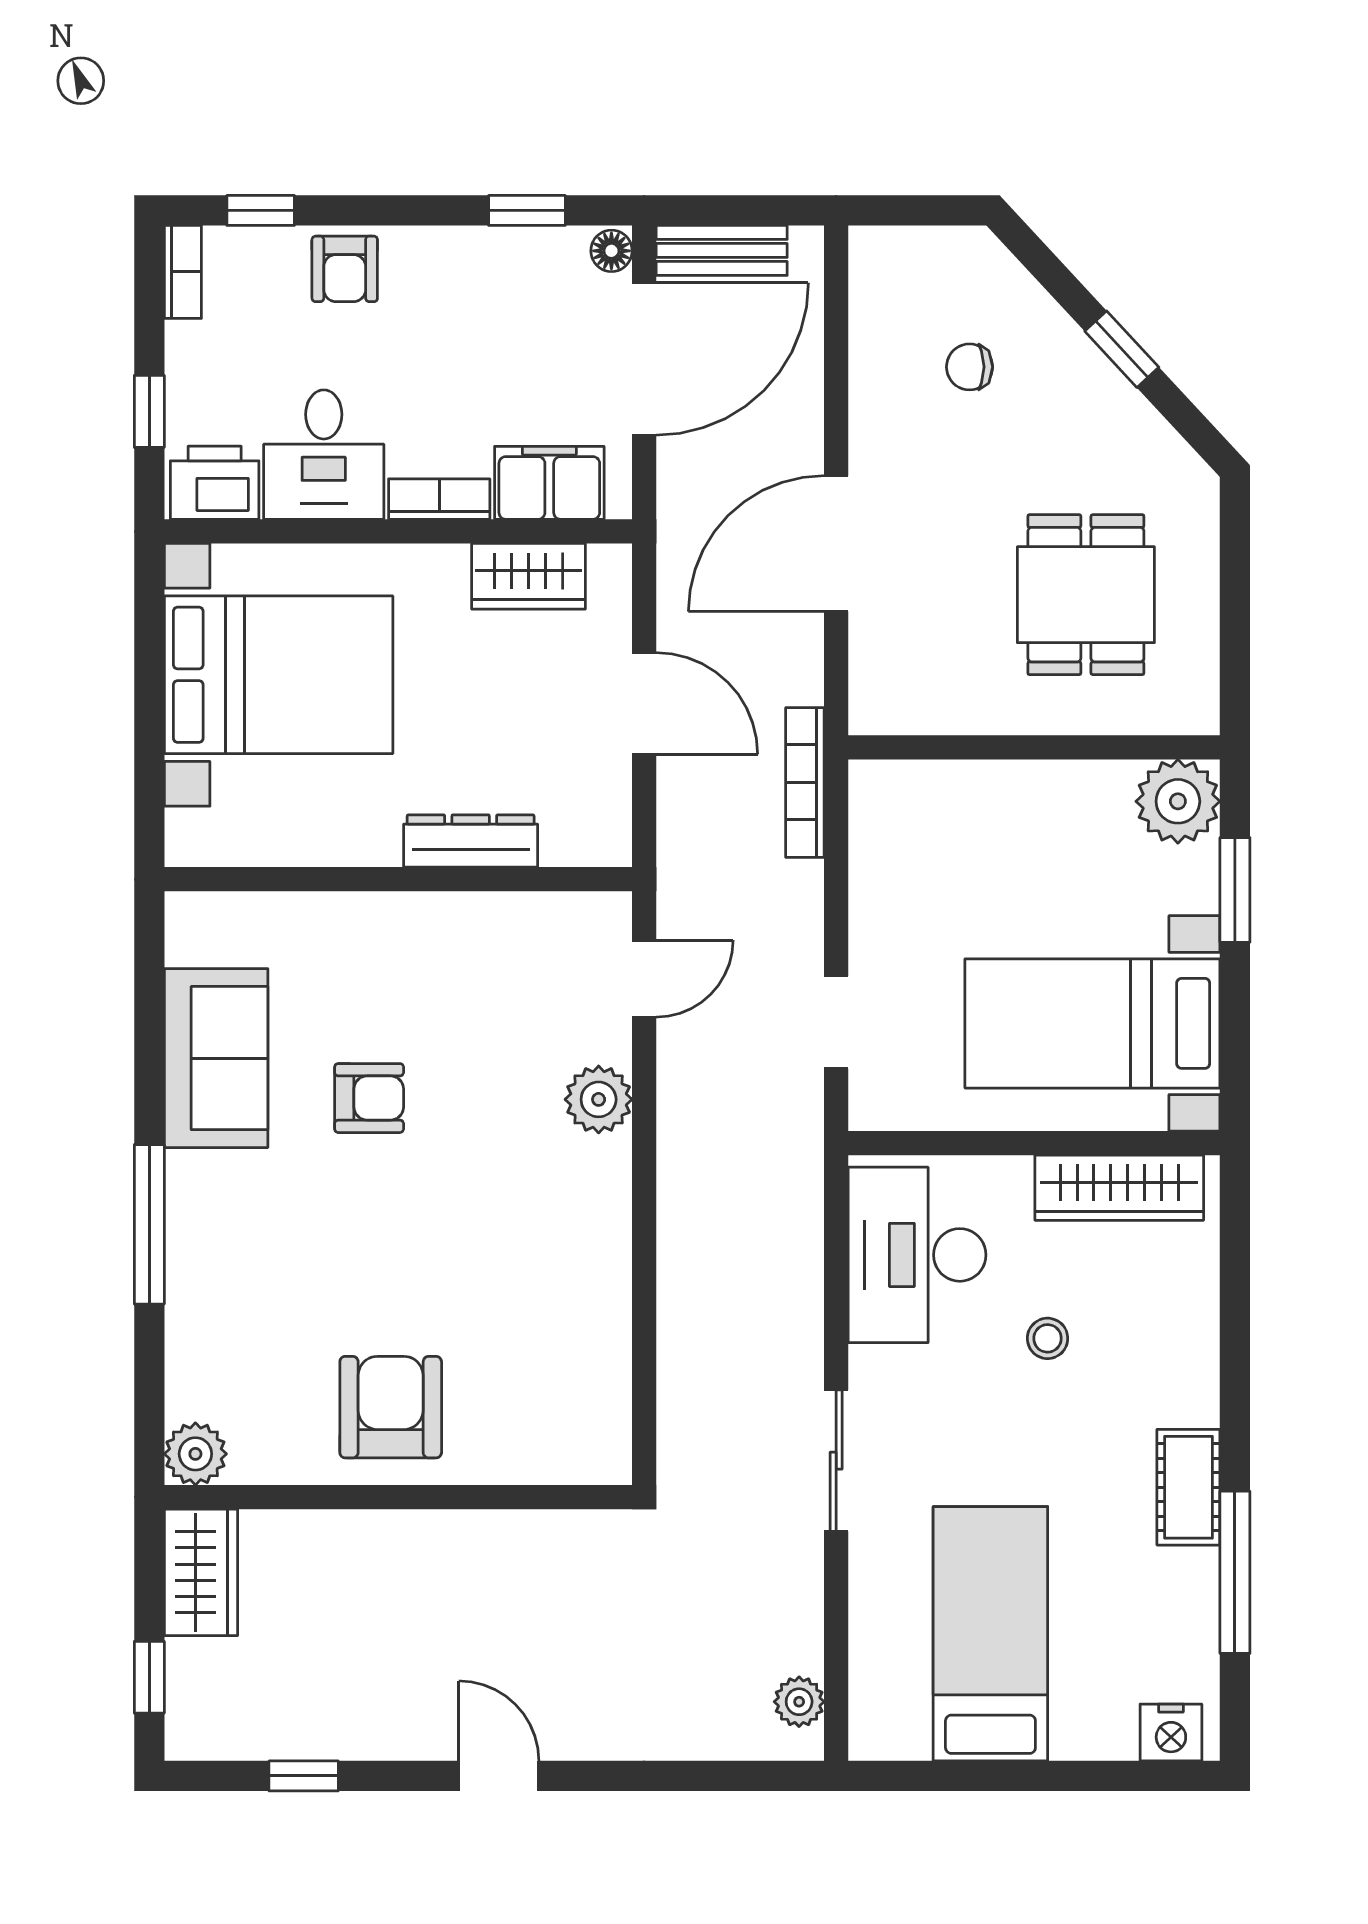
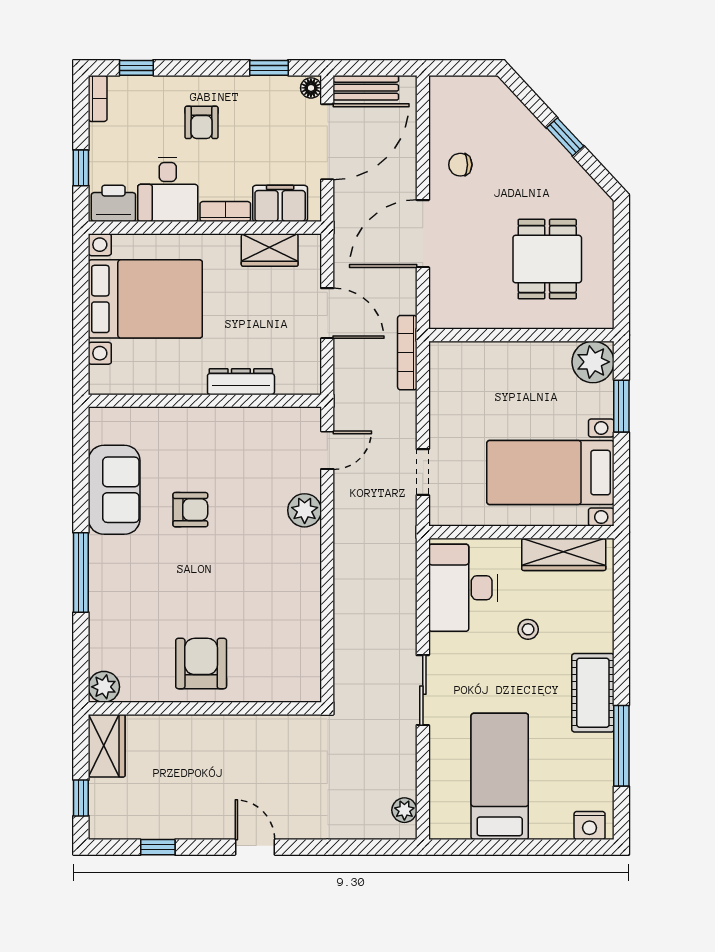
armchair: (345, 269) -> (202, 122), moved
chair: (970, 367) -> (460, 165), moved
cot: (1188, 1487) -> (593, 693), width x1.37, depth x1.34

